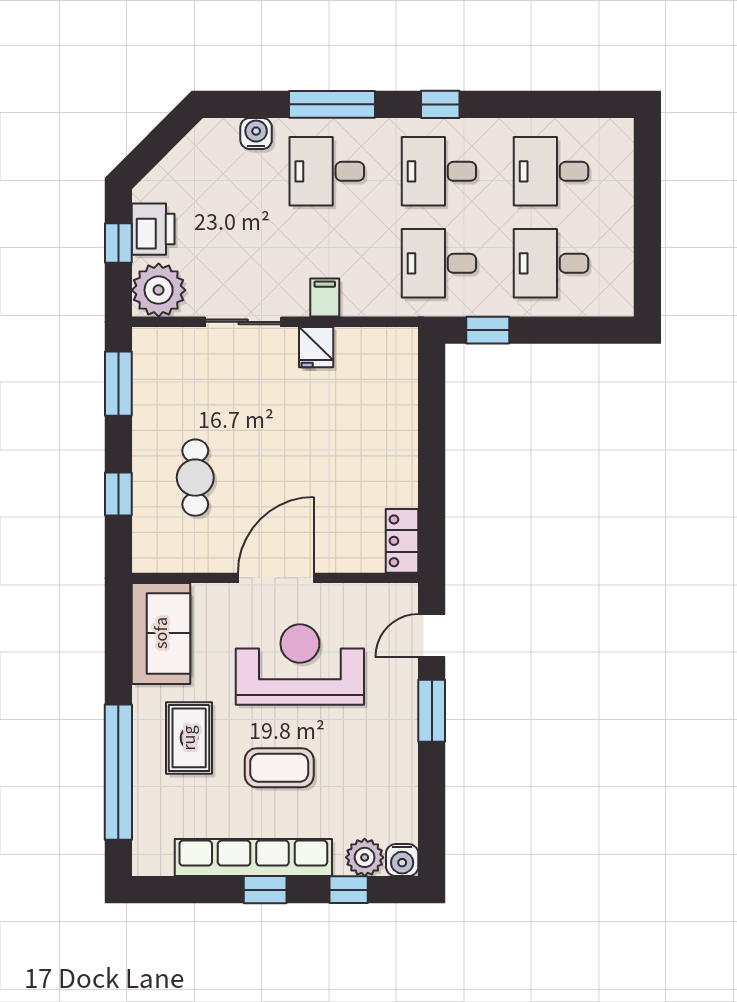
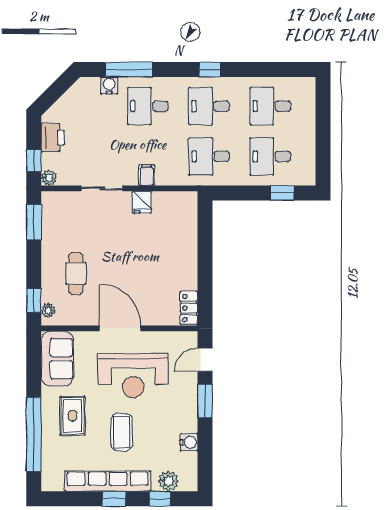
window: (332, 104) -> (129, 70), moved
window: (118, 243) -> (34, 161), moved
plant: (159, 290) -> (49, 178), width x0.53, depth x0.53
window: (488, 330) -> (282, 193), moved
window: (118, 494) -> (34, 300), moved
plant: (145, 545) -> (48, 310), added
door: (276, 578) -> (120, 328), hinge flipped
reception desk: (300, 665) -> (133, 376), turned 180
coffee table: (279, 768) -> (122, 432), turned 90
water cooler: (402, 860) -> (189, 442), moved, turned -90

